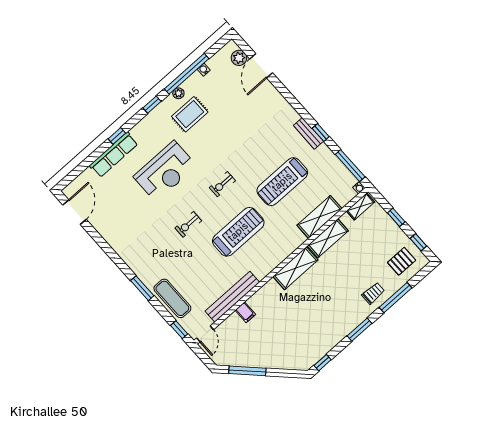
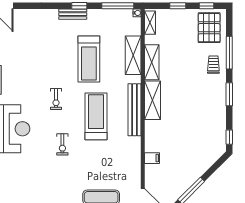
pallet: (402, 261) -> (209, 28), width x1.50, depth x1.42
bench: (232, 297) -> (134, 110), moved

